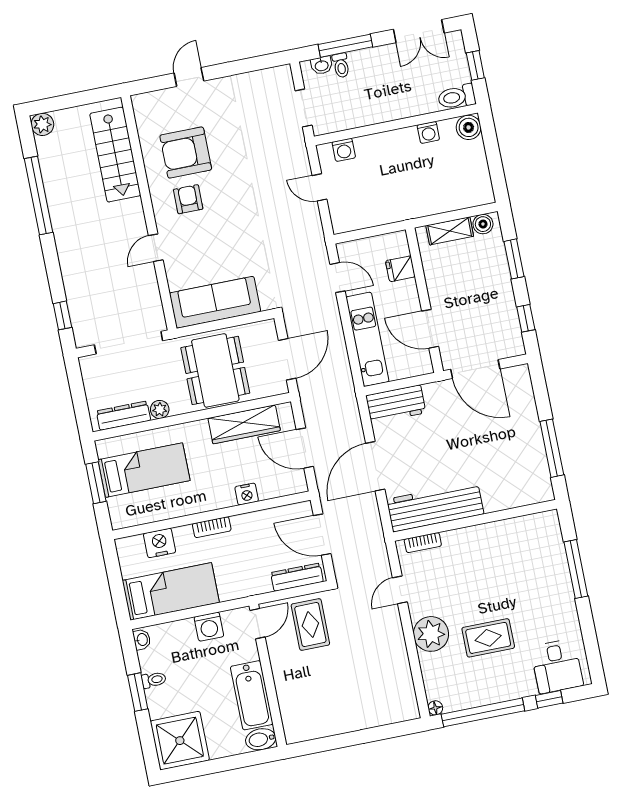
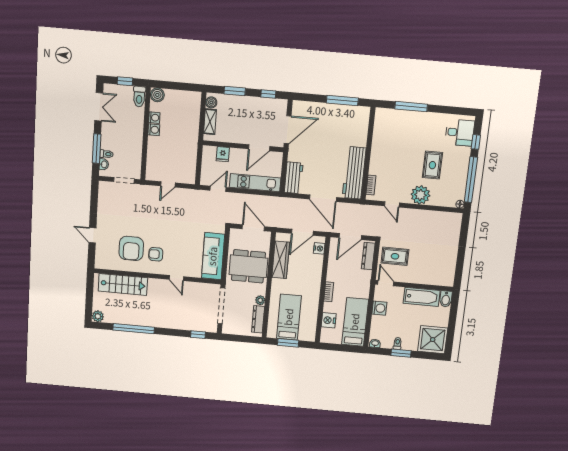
washing machine: (344, 150) -> (154, 130), moved
nightstand: (247, 494) -> (319, 248), moved

